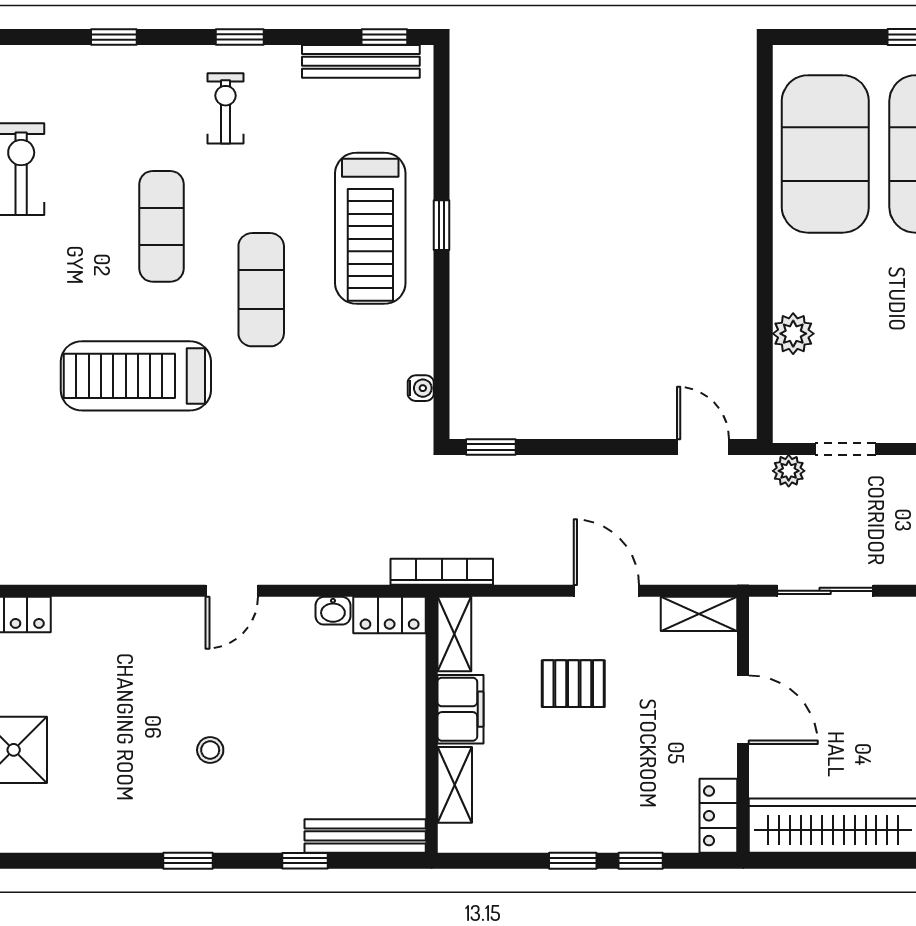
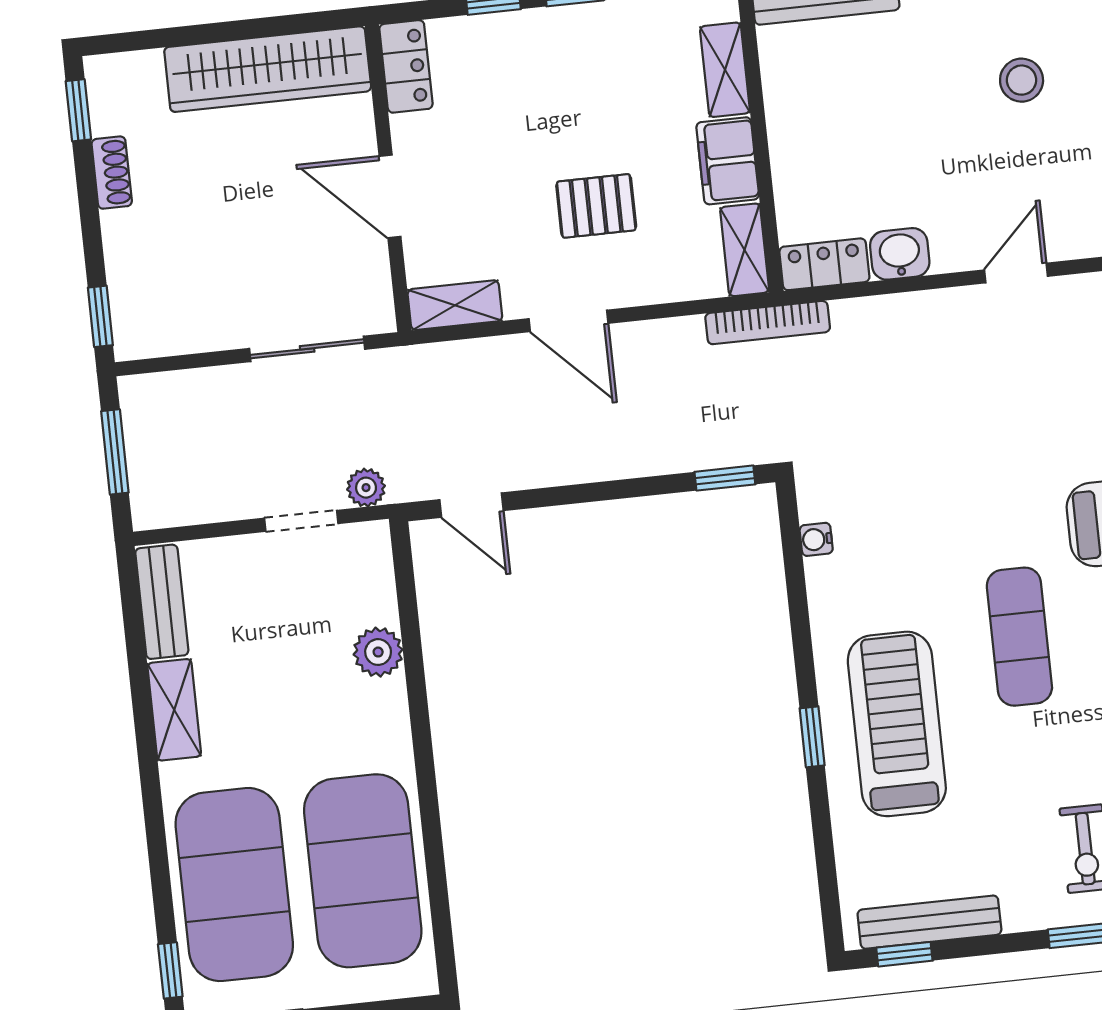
washbasin: (333, 611) -> (900, 254), width x1.38, depth x1.45
stool: (210, 750) -> (1022, 80), width x1.37, depth x1.37

